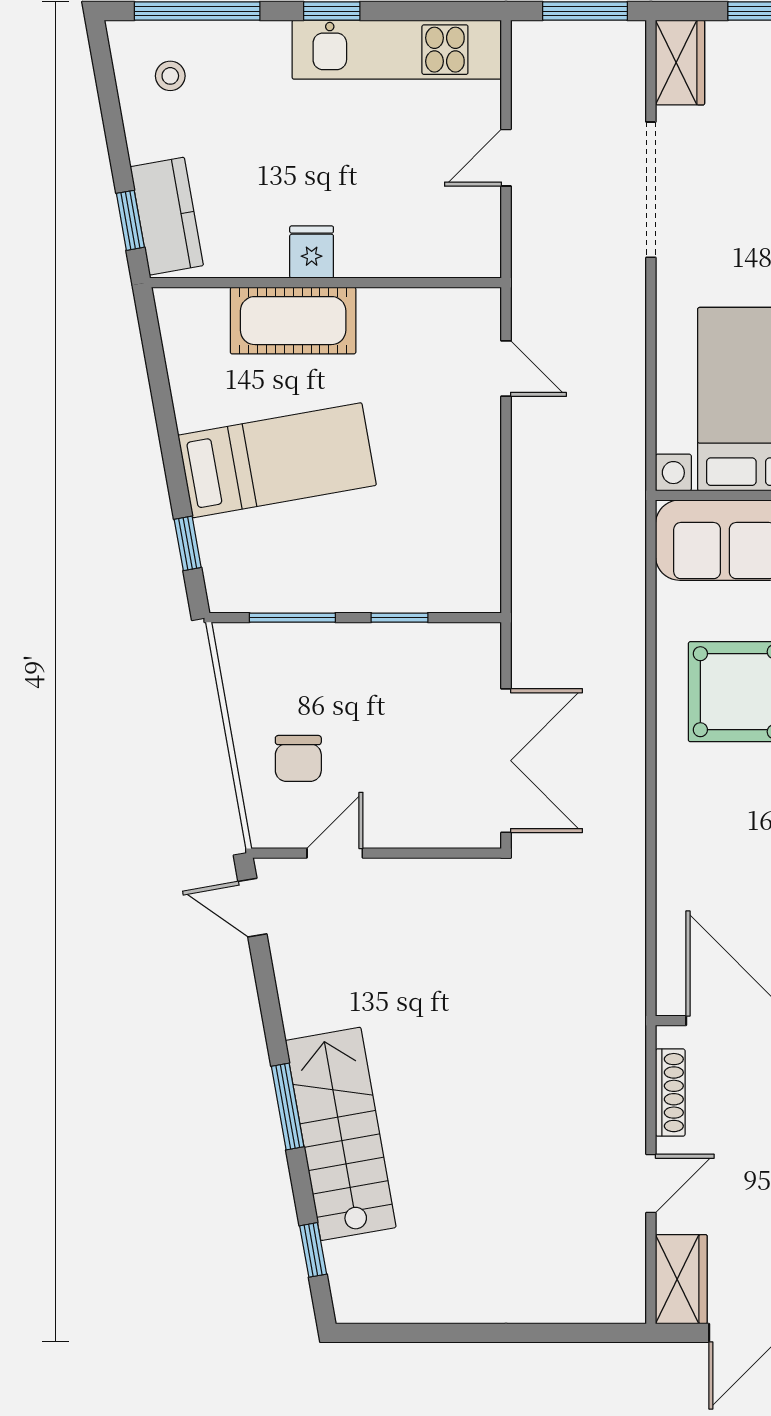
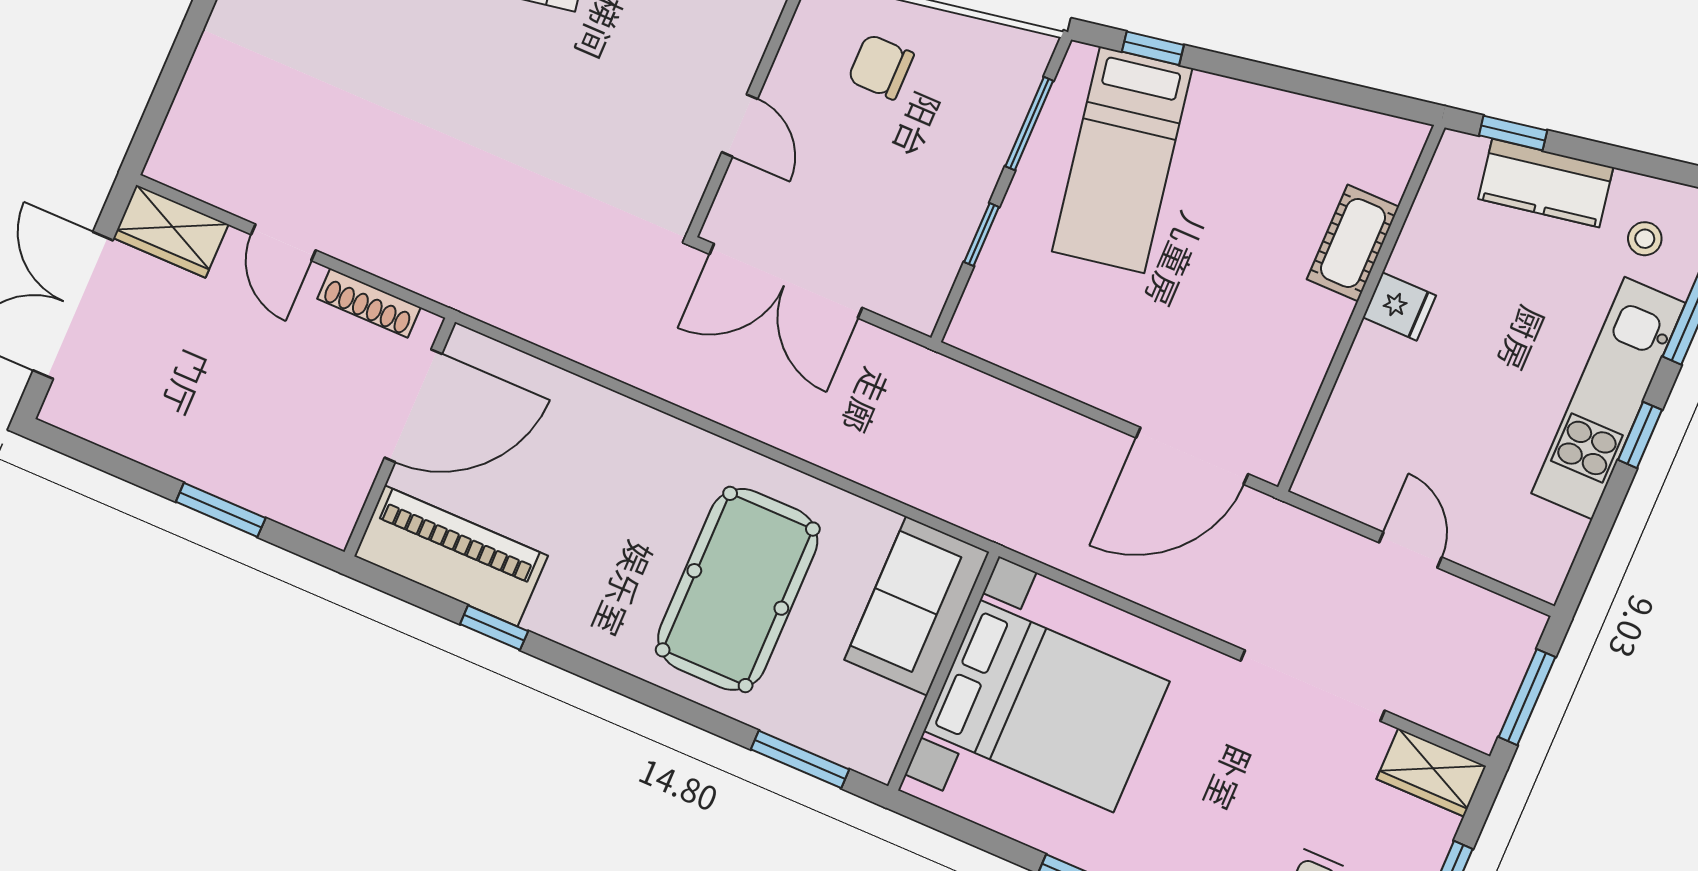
kitchen unit: (397, 50) -> (1608, 398), moved
kitchen counter: (167, 216) -> (1546, 183), moved
cot: (293, 321) -> (1353, 243), width x0.73, depth x0.75
door: (506, 368) -> (1192, 456), width x1.87
bed: (277, 460) -> (1122, 160), moved
door: (335, 853) -> (740, 125), moved

